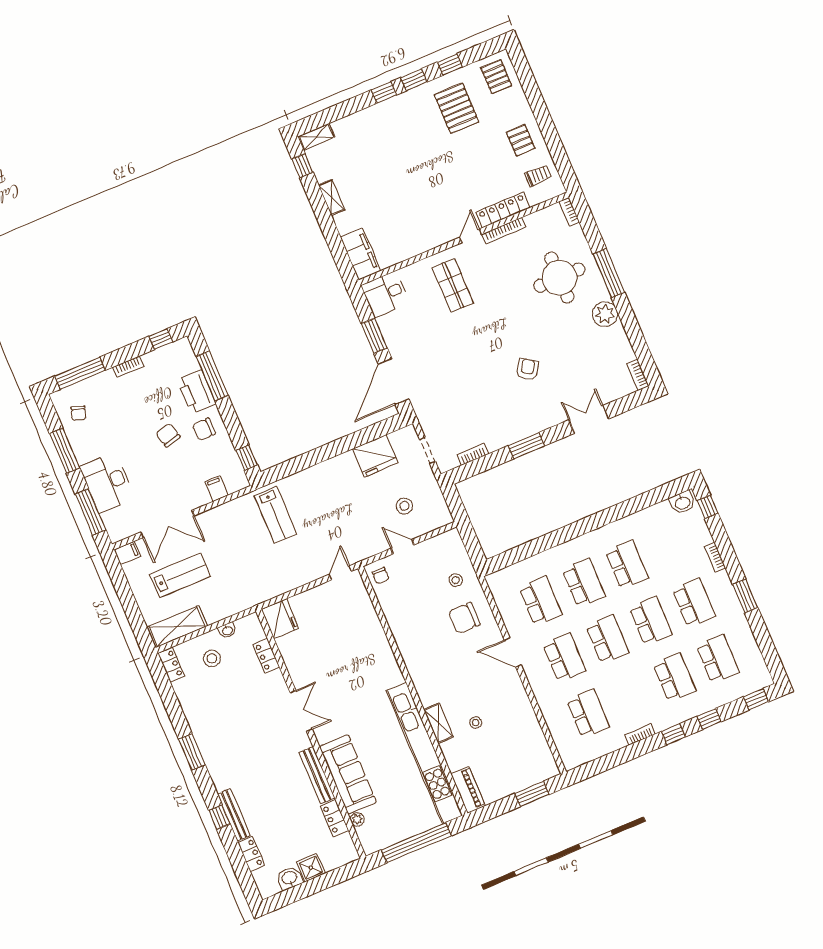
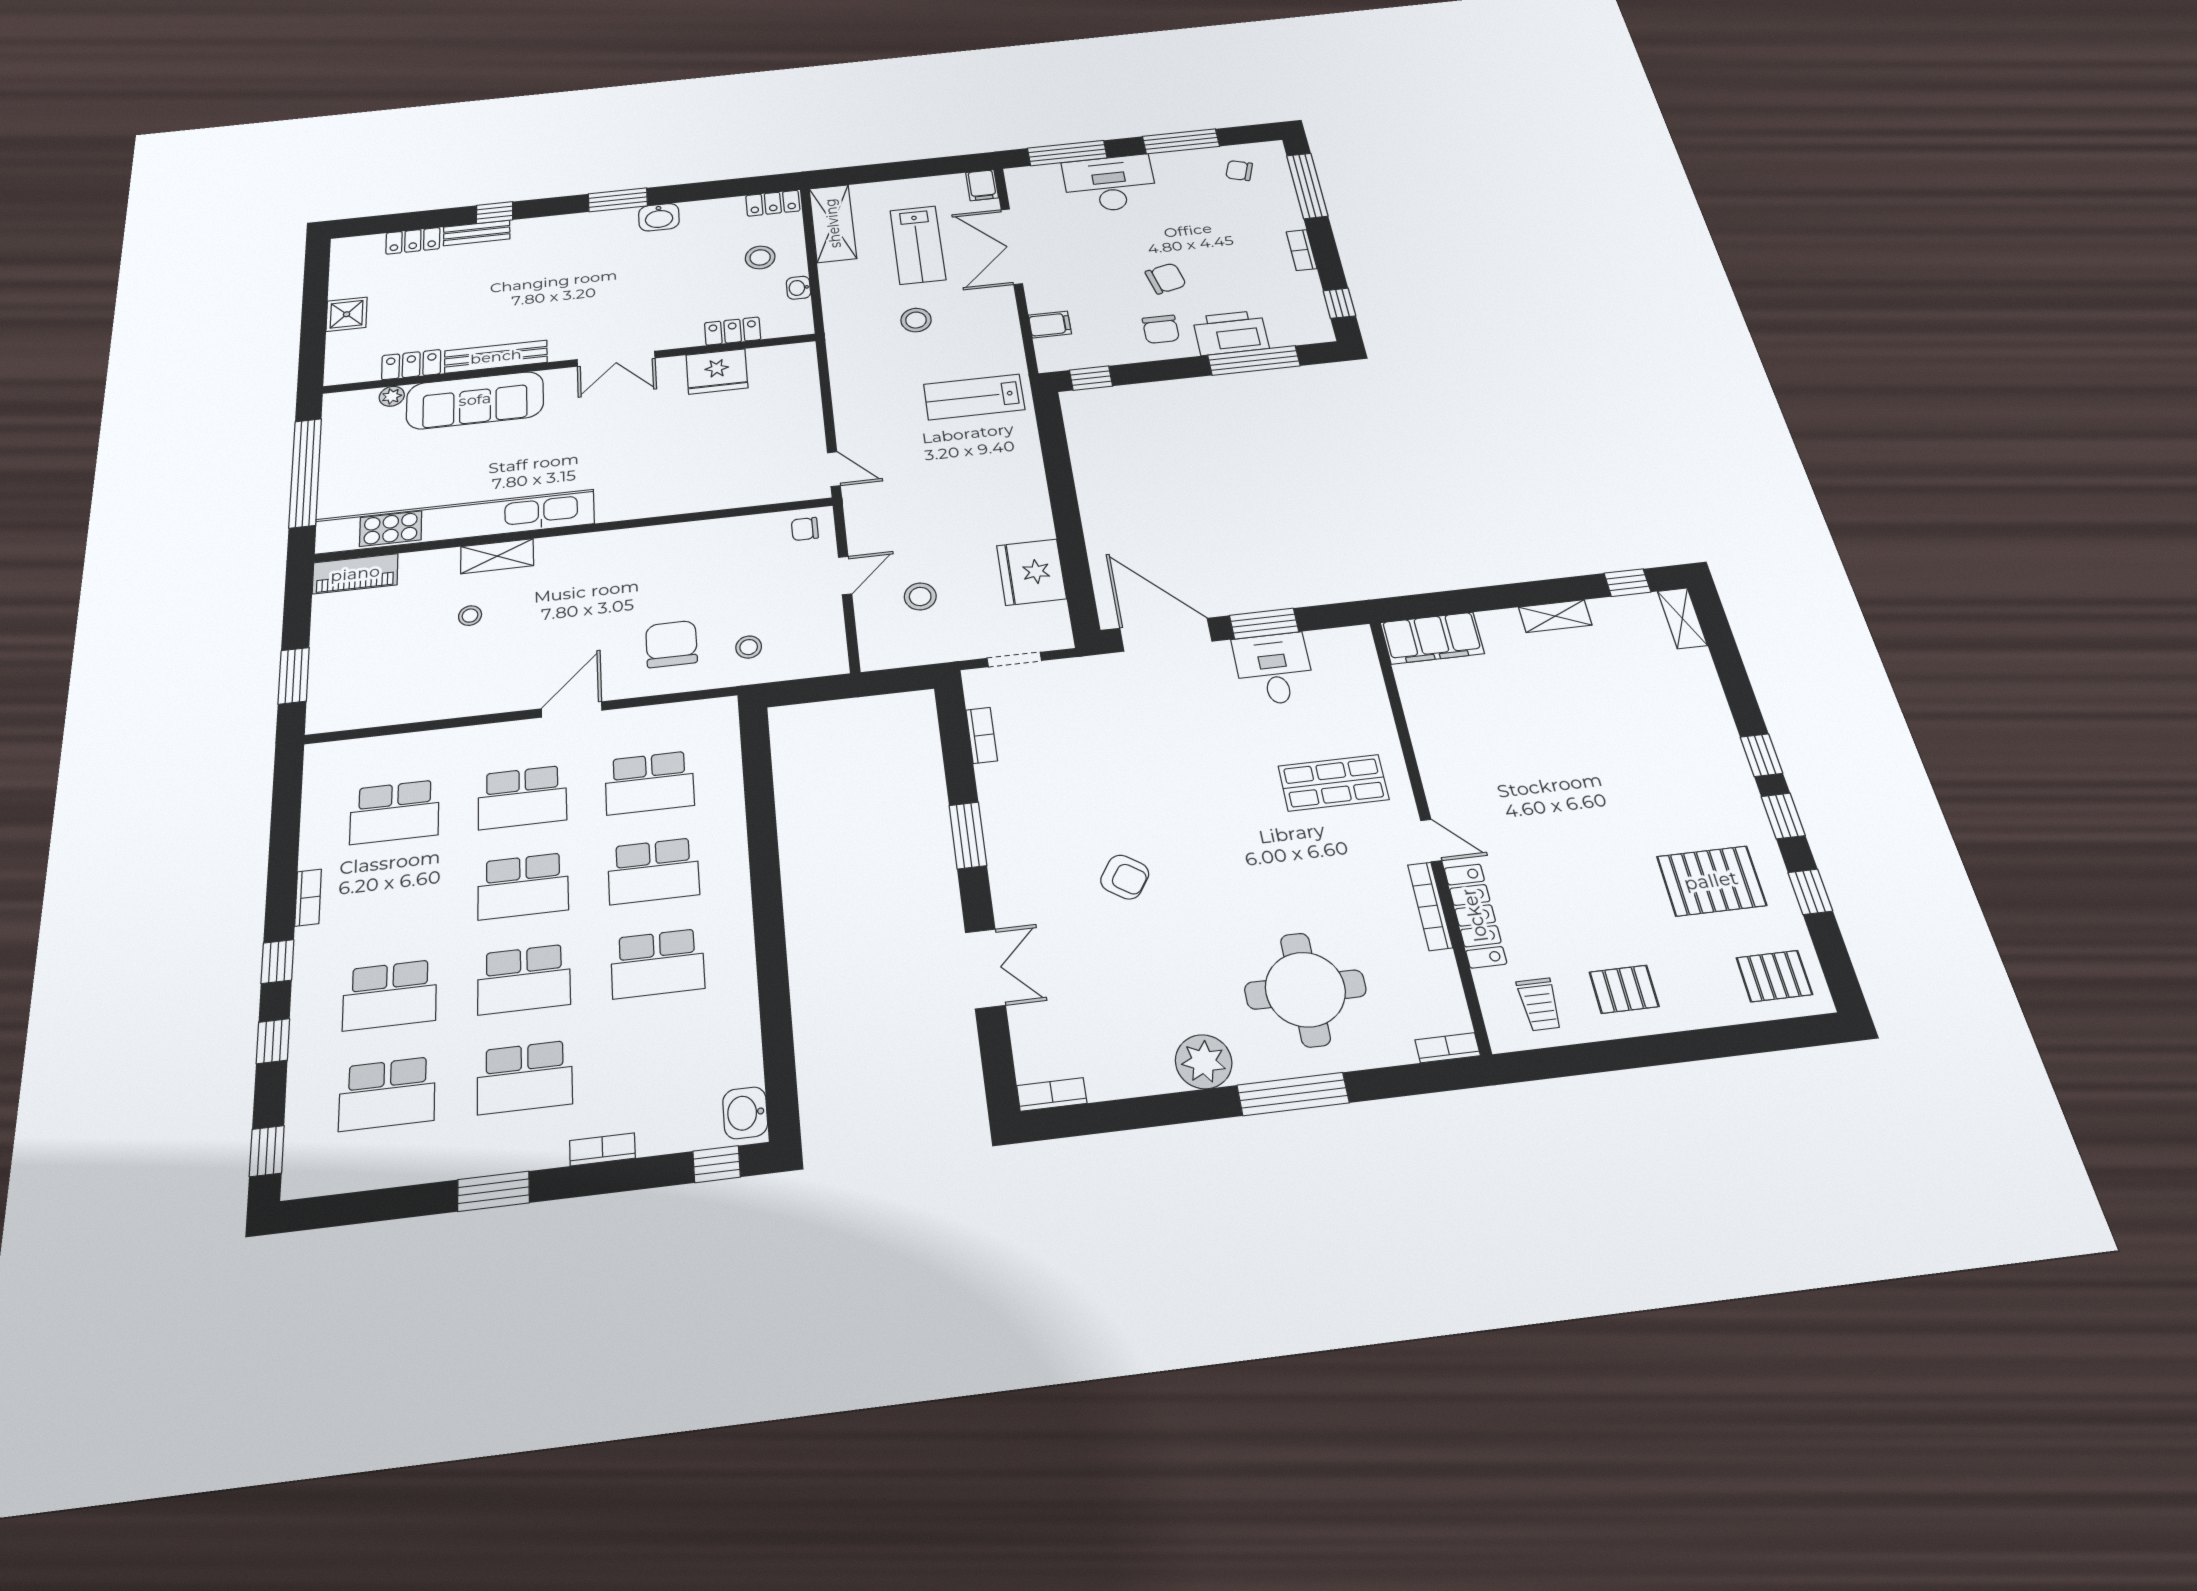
desk: (385, 294) -> (1274, 669), moved
chair: (204, 429) -> (1161, 329), turned 180
stool: (233, 560) -> (916, 320), added
fridge: (280, 619) -> (717, 371), moved
bench: (234, 815) -> (477, 233), width x0.73
washbasin: (289, 878) -> (659, 217), moved, turned 90

